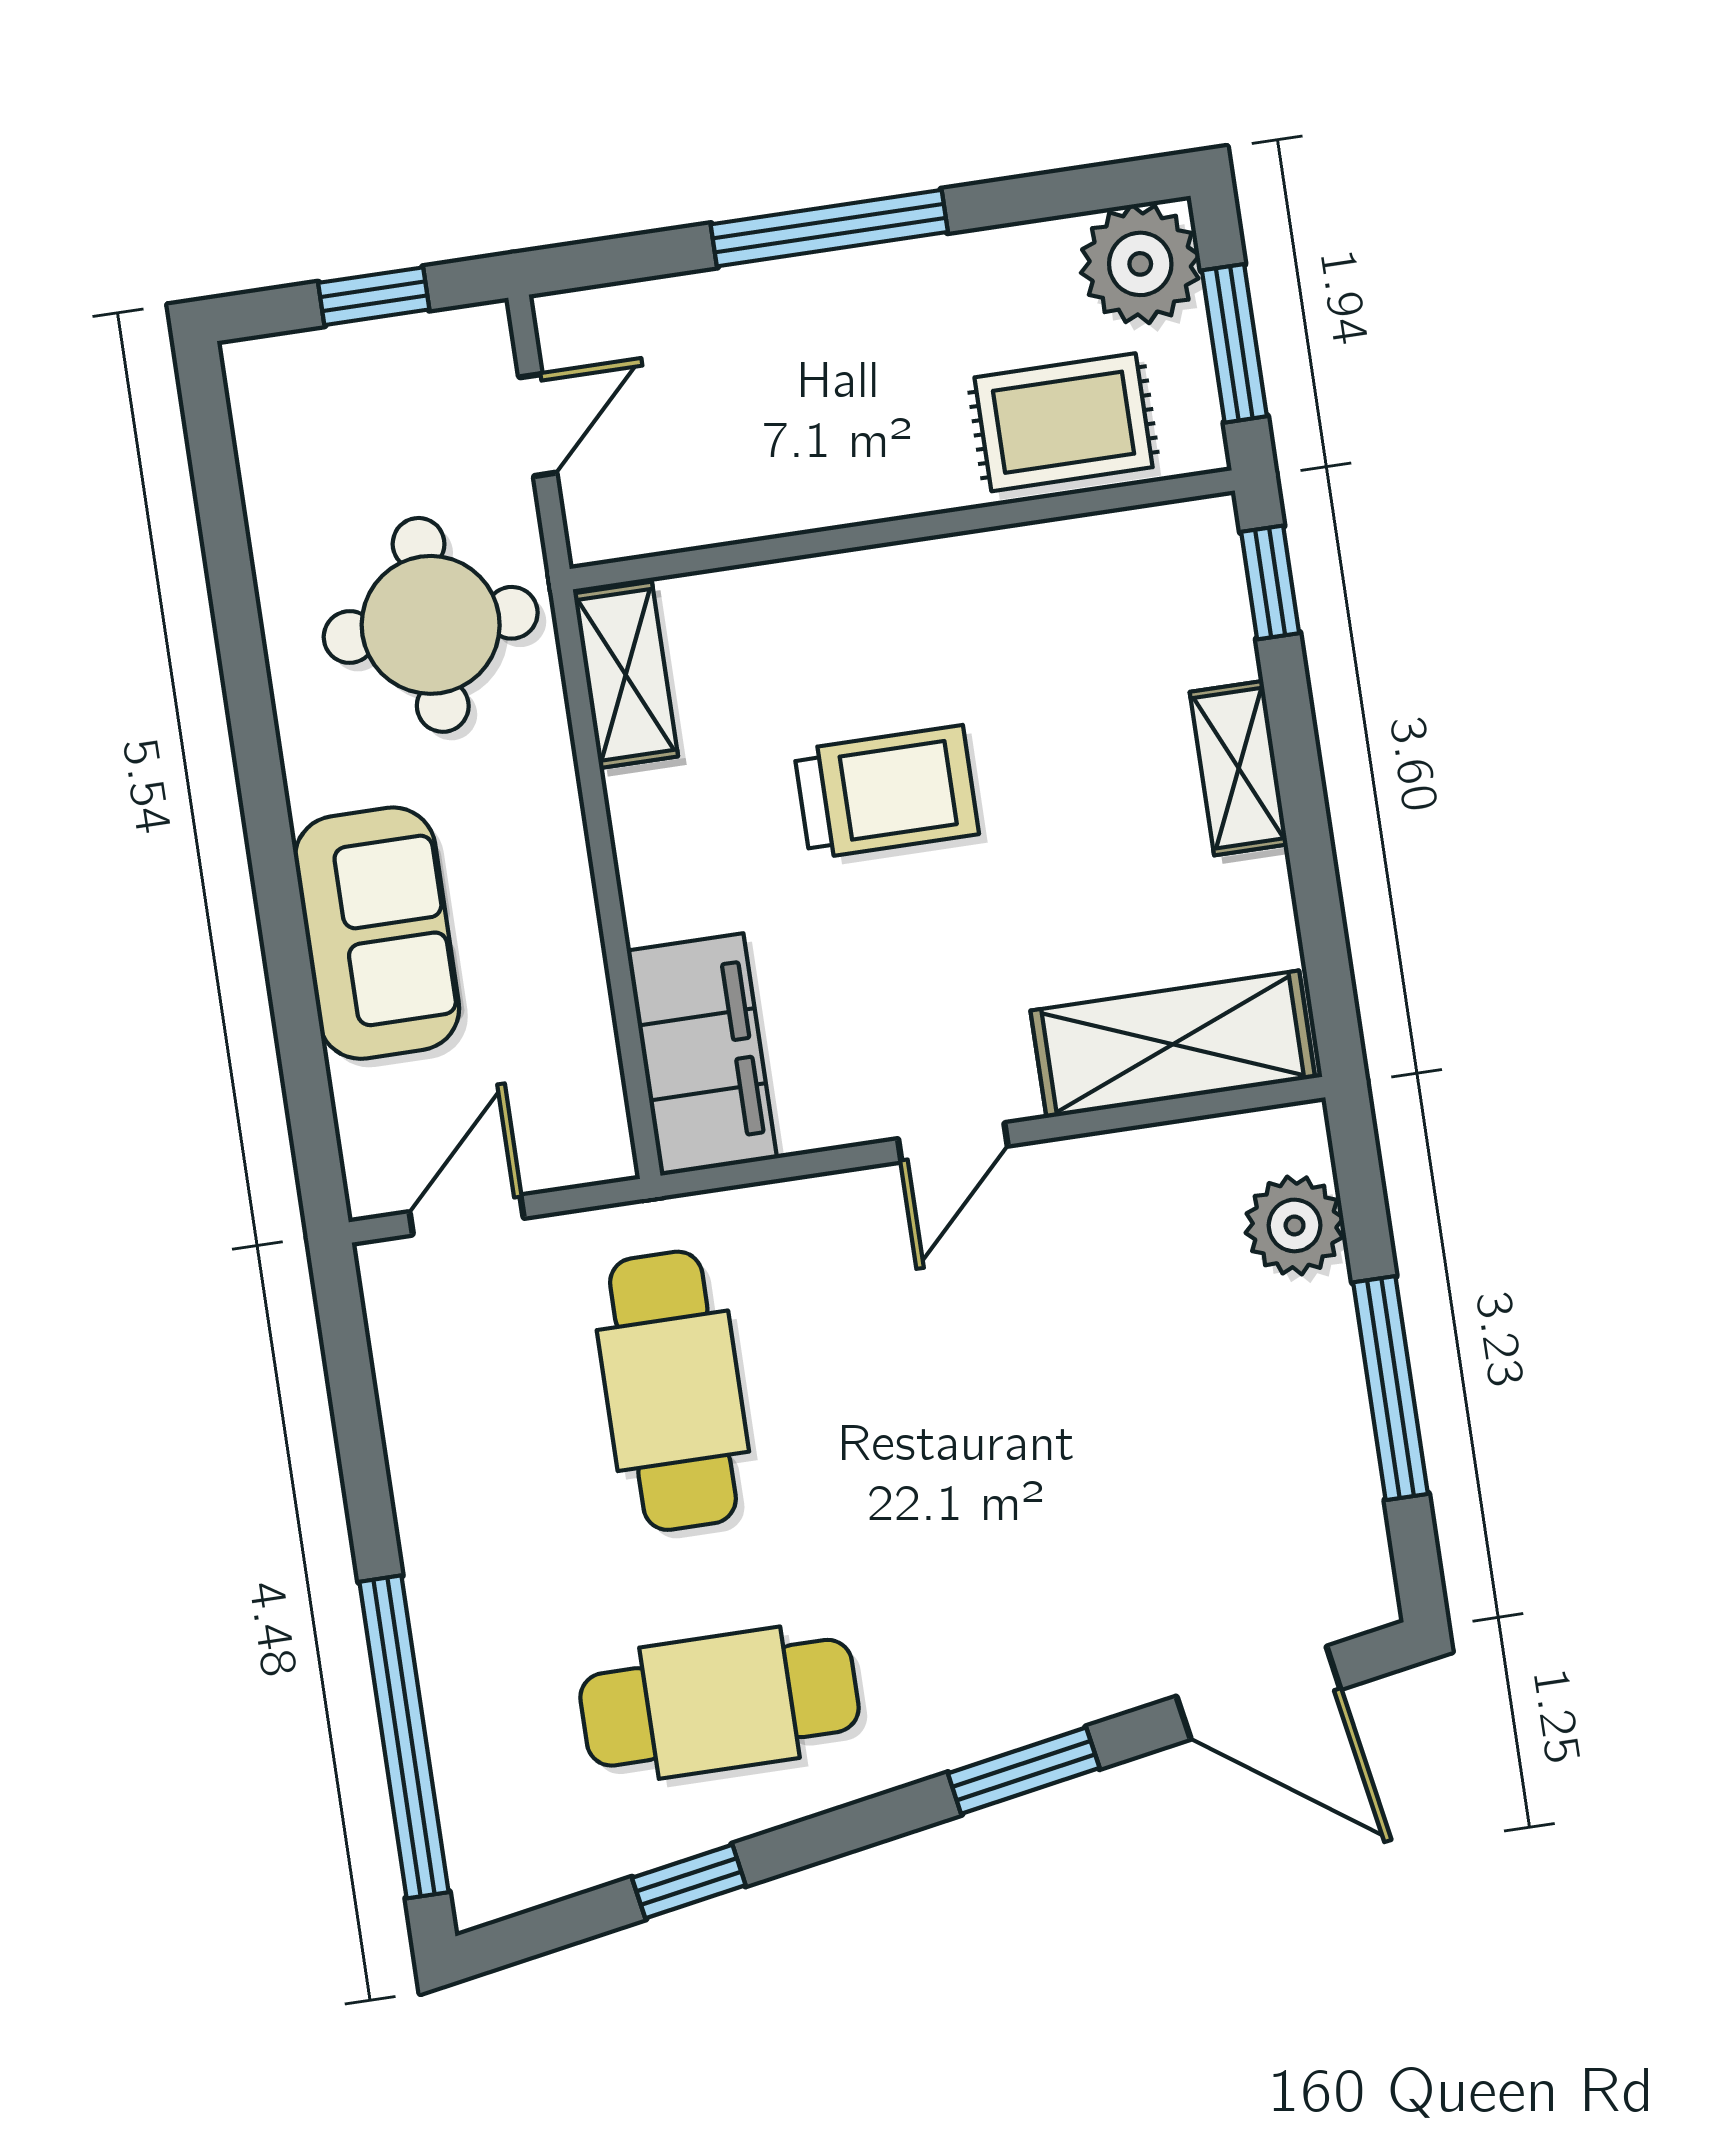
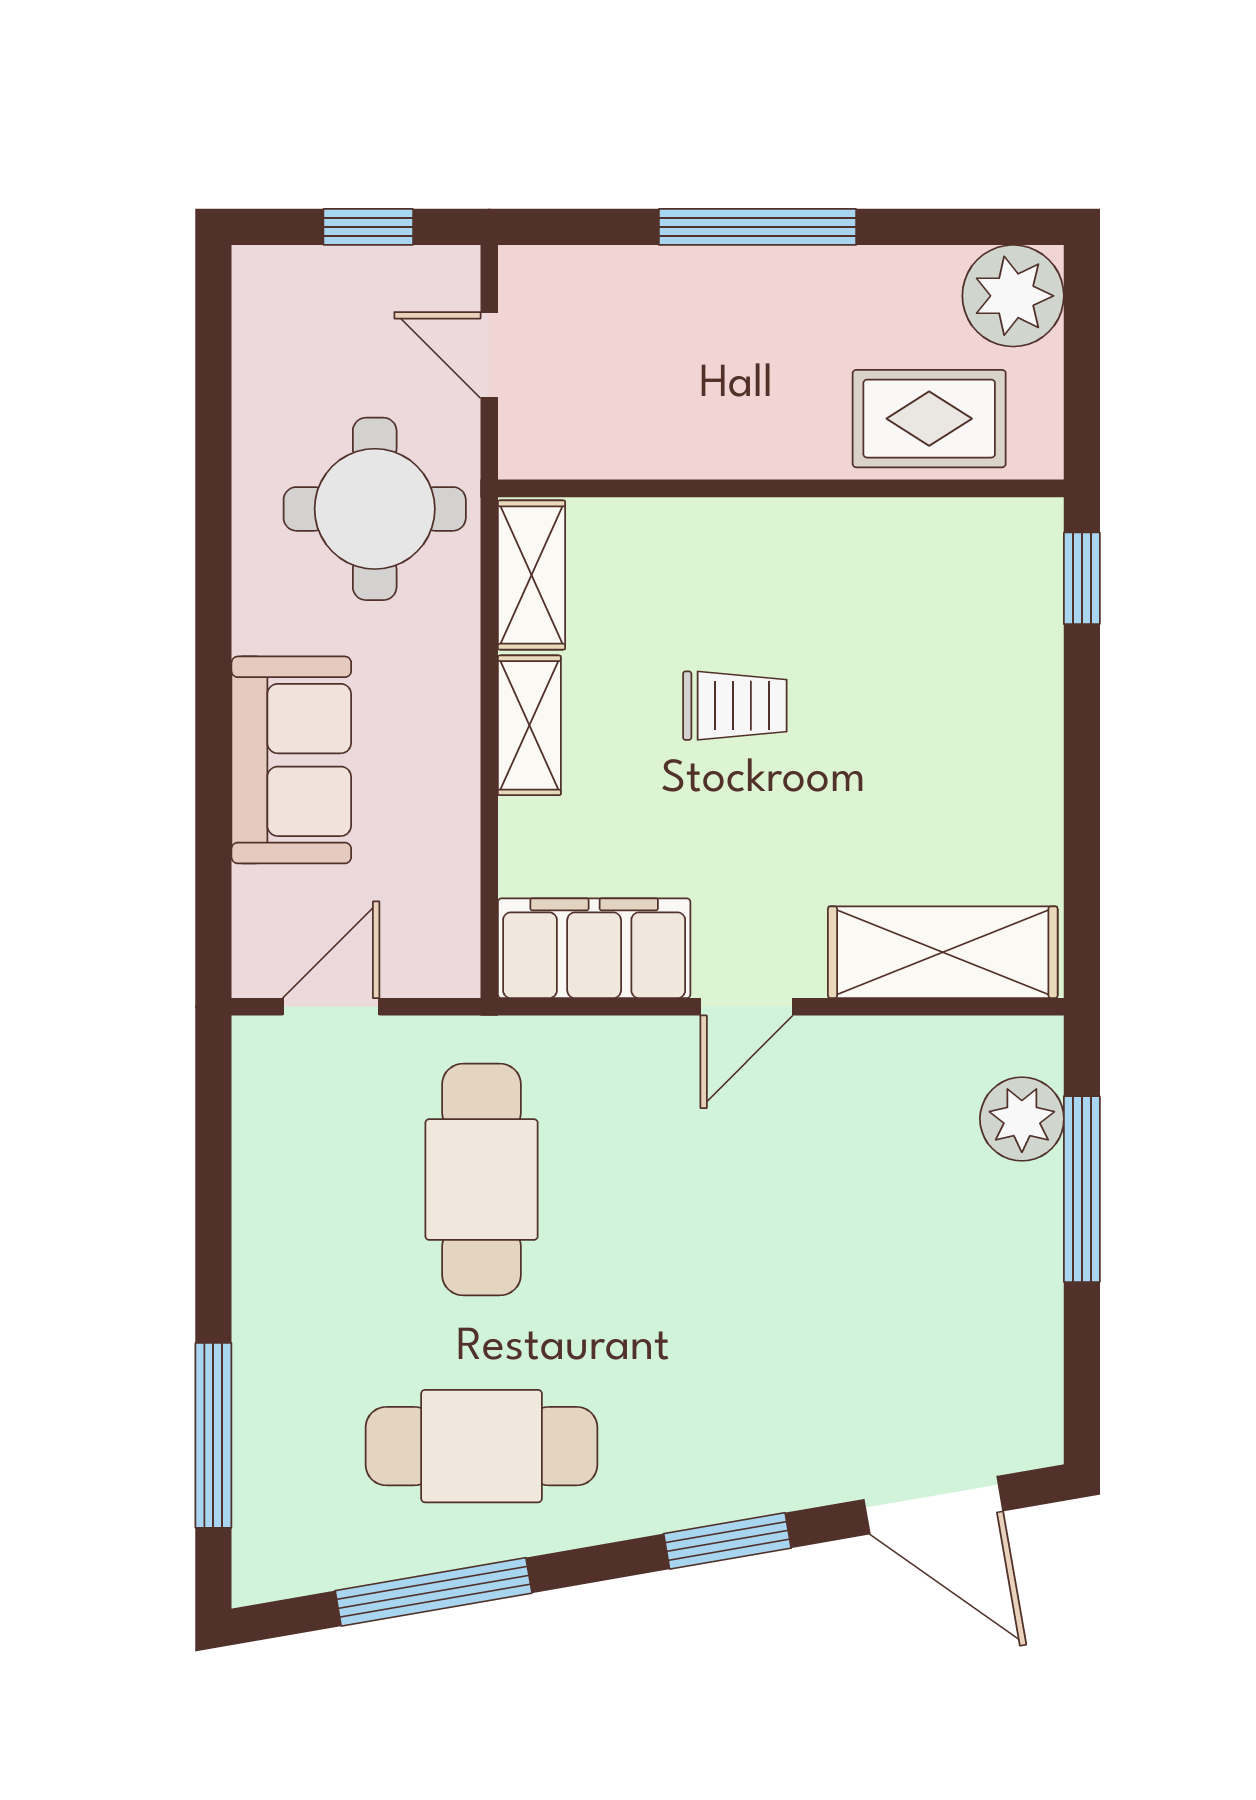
window: (1234, 343) -> (1082, 374), removed
door: (538, 425) -> (489, 355), swing flipped
shelving: (1239, 768) -> (529, 725), moved
trolley: (886, 792) -> (735, 706), width x0.73, depth x0.72
filing cabinet: (702, 1054) -> (594, 948), moved, turned -90
window: (1391, 1388) -> (1082, 1189), moved
window: (404, 1737) -> (213, 1435), width x0.68
window: (689, 1882) -> (434, 1592), width x2.17

